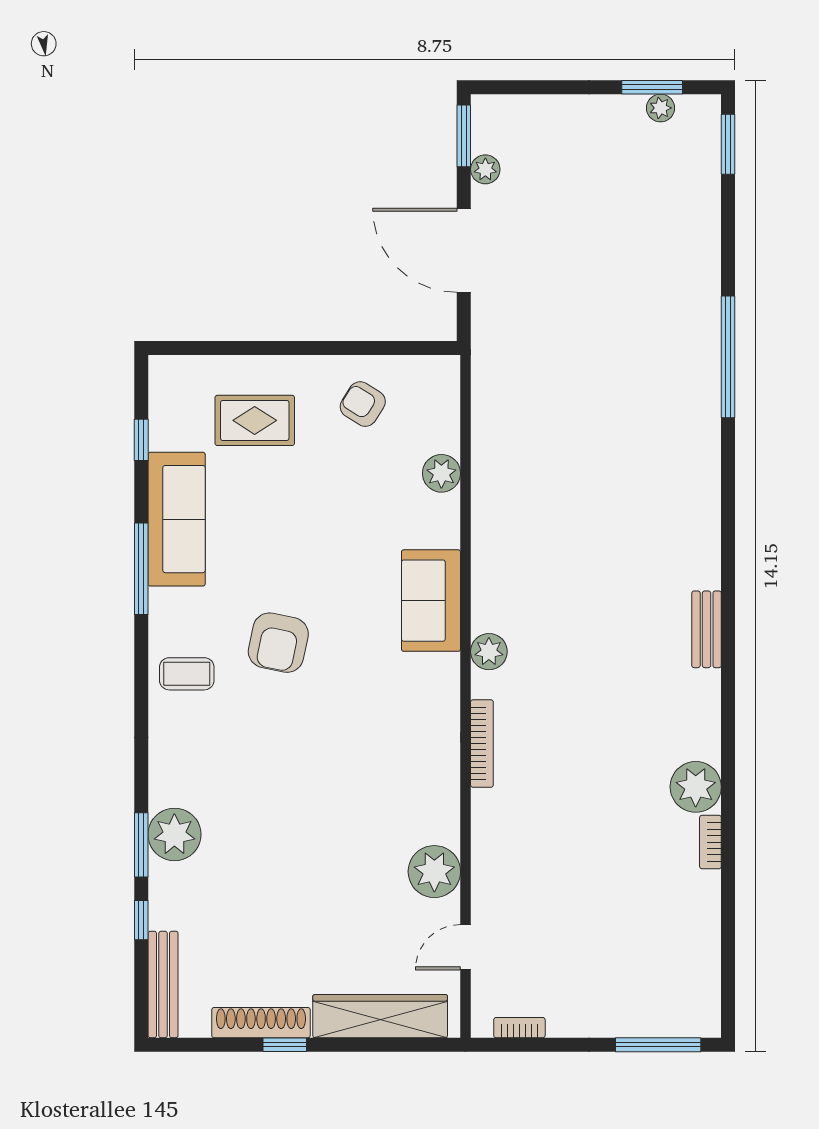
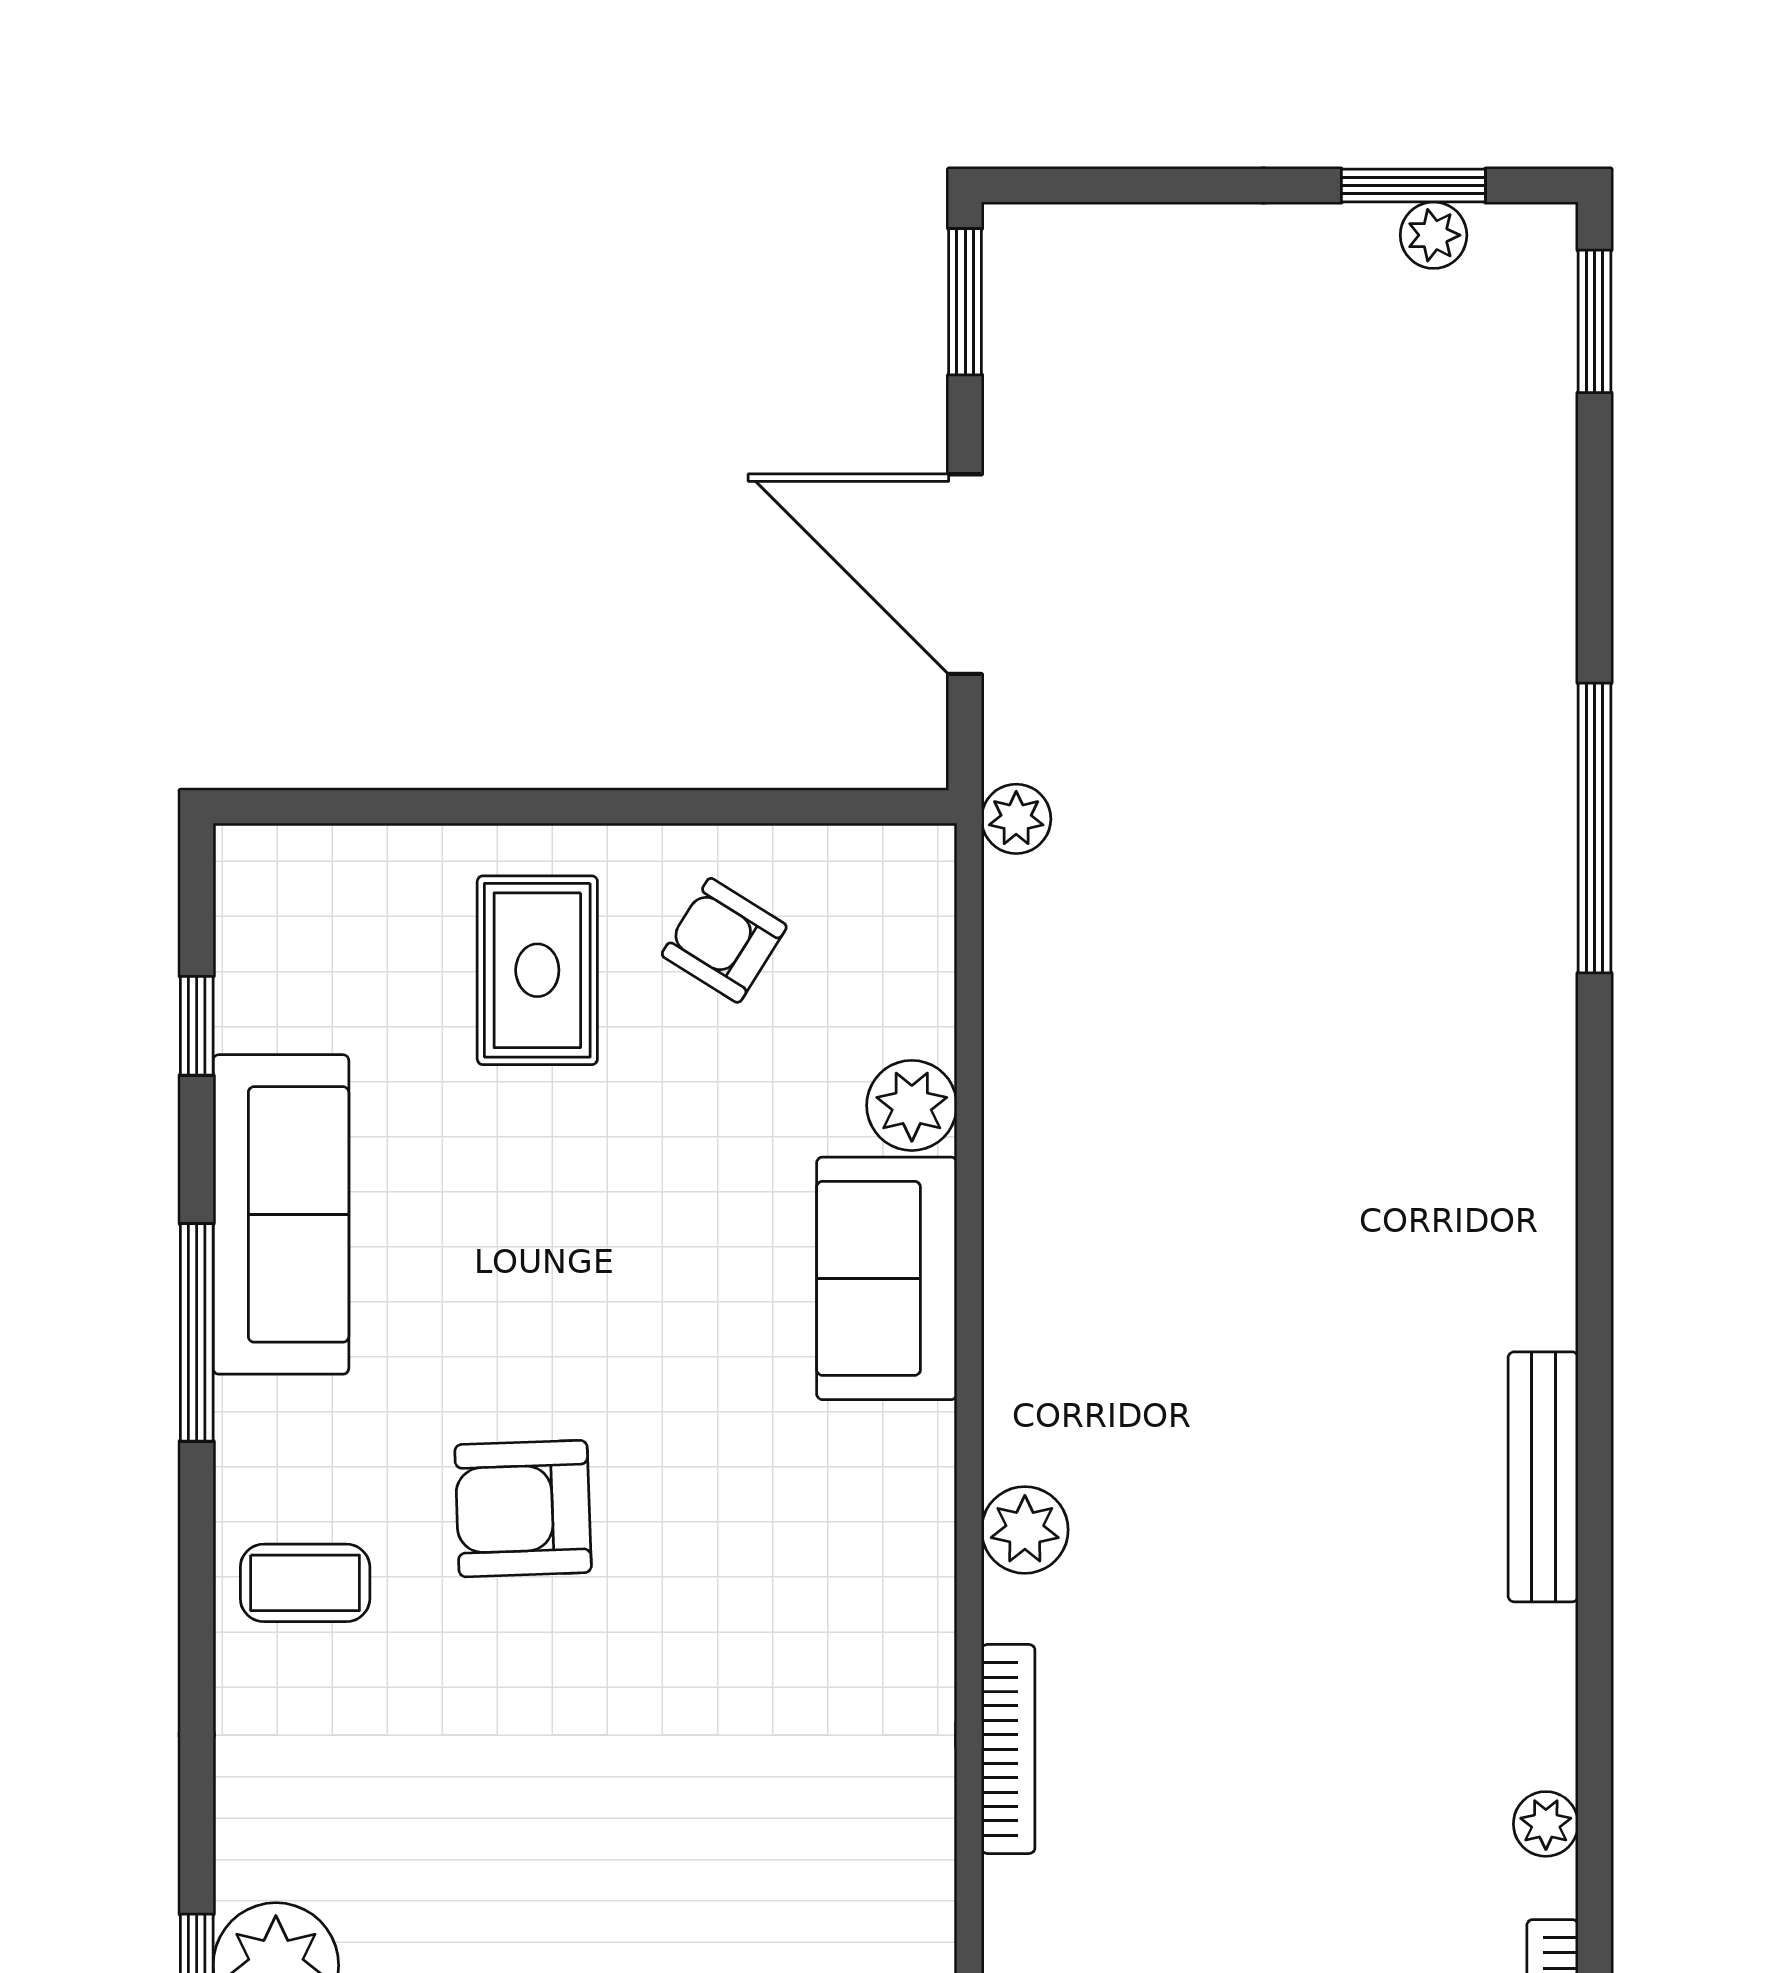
plant: (485, 169) -> (1016, 819), moved
rug: (255, 420) -> (537, 970), moved, turned 90
sofa: (431, 601) -> (887, 1278), moved
bench: (707, 629) -> (1543, 1477), width x1.36
armchair: (278, 643) -> (523, 1509), turned 76
plant: (696, 787) -> (1546, 1824), width x0.53, depth x0.53

